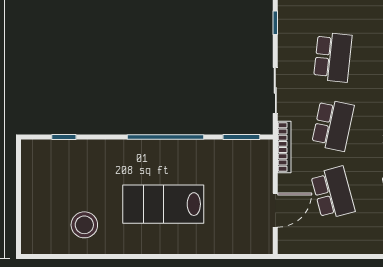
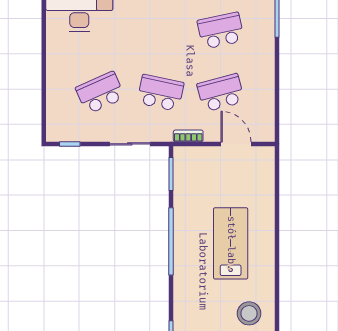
school desk: (333, 57) -> (100, 93), turned -30
bookcase: (284, 147) -> (188, 136), width x0.64
lab bench: (163, 204) -> (231, 243), turned 180

